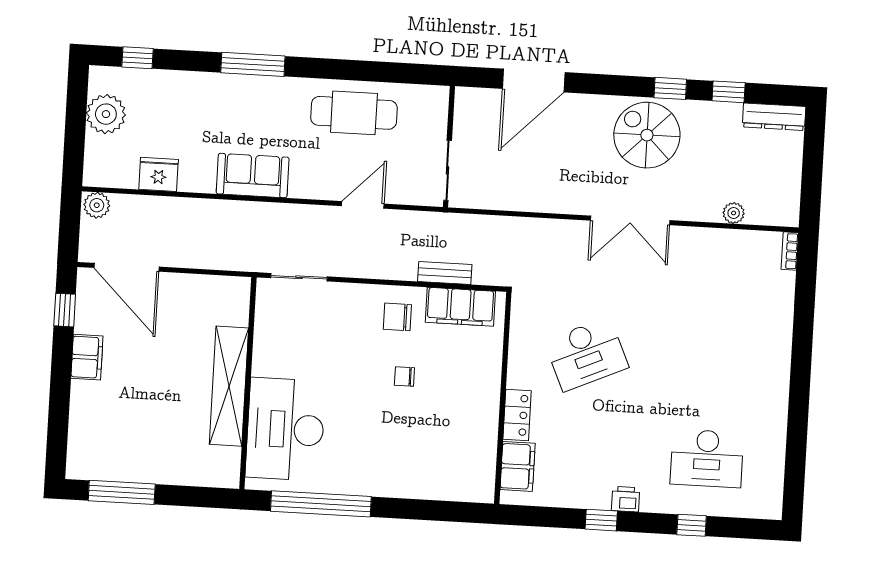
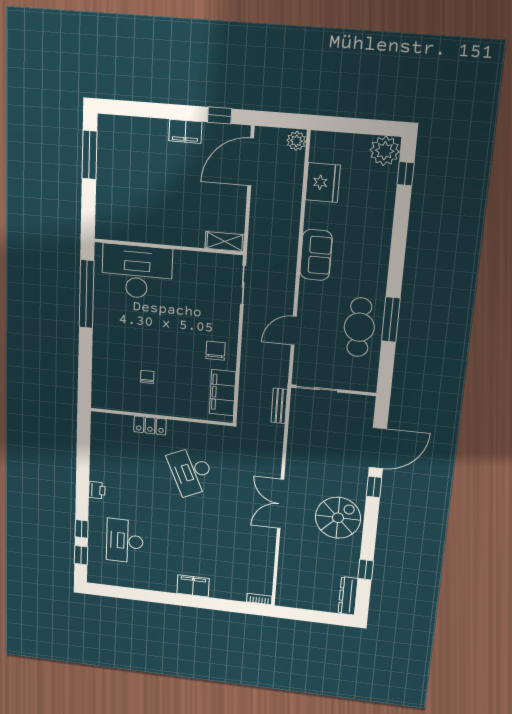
window: (253, 64) -> (391, 320), moved
door: (534, 81) -> (378, 448), swing flipped
window: (670, 88) -> (374, 487), moved
plant: (106, 114) -> (385, 151), moved
fridge: (159, 174) -> (323, 182), width x1.36, depth x1.34
door: (363, 205) -> (294, 331), swing flipped
plant: (734, 213) -> (285, 567), removed
bench: (445, 273) -> (279, 406), moved
chair: (404, 376) -> (147, 377), moved
shelving: (229, 386) -> (225, 241), moved, width x0.45, depth x0.75
filing cabinet: (518, 466) -> (193, 586), moved, turned 180
window: (601, 520) -> (81, 555), moved

